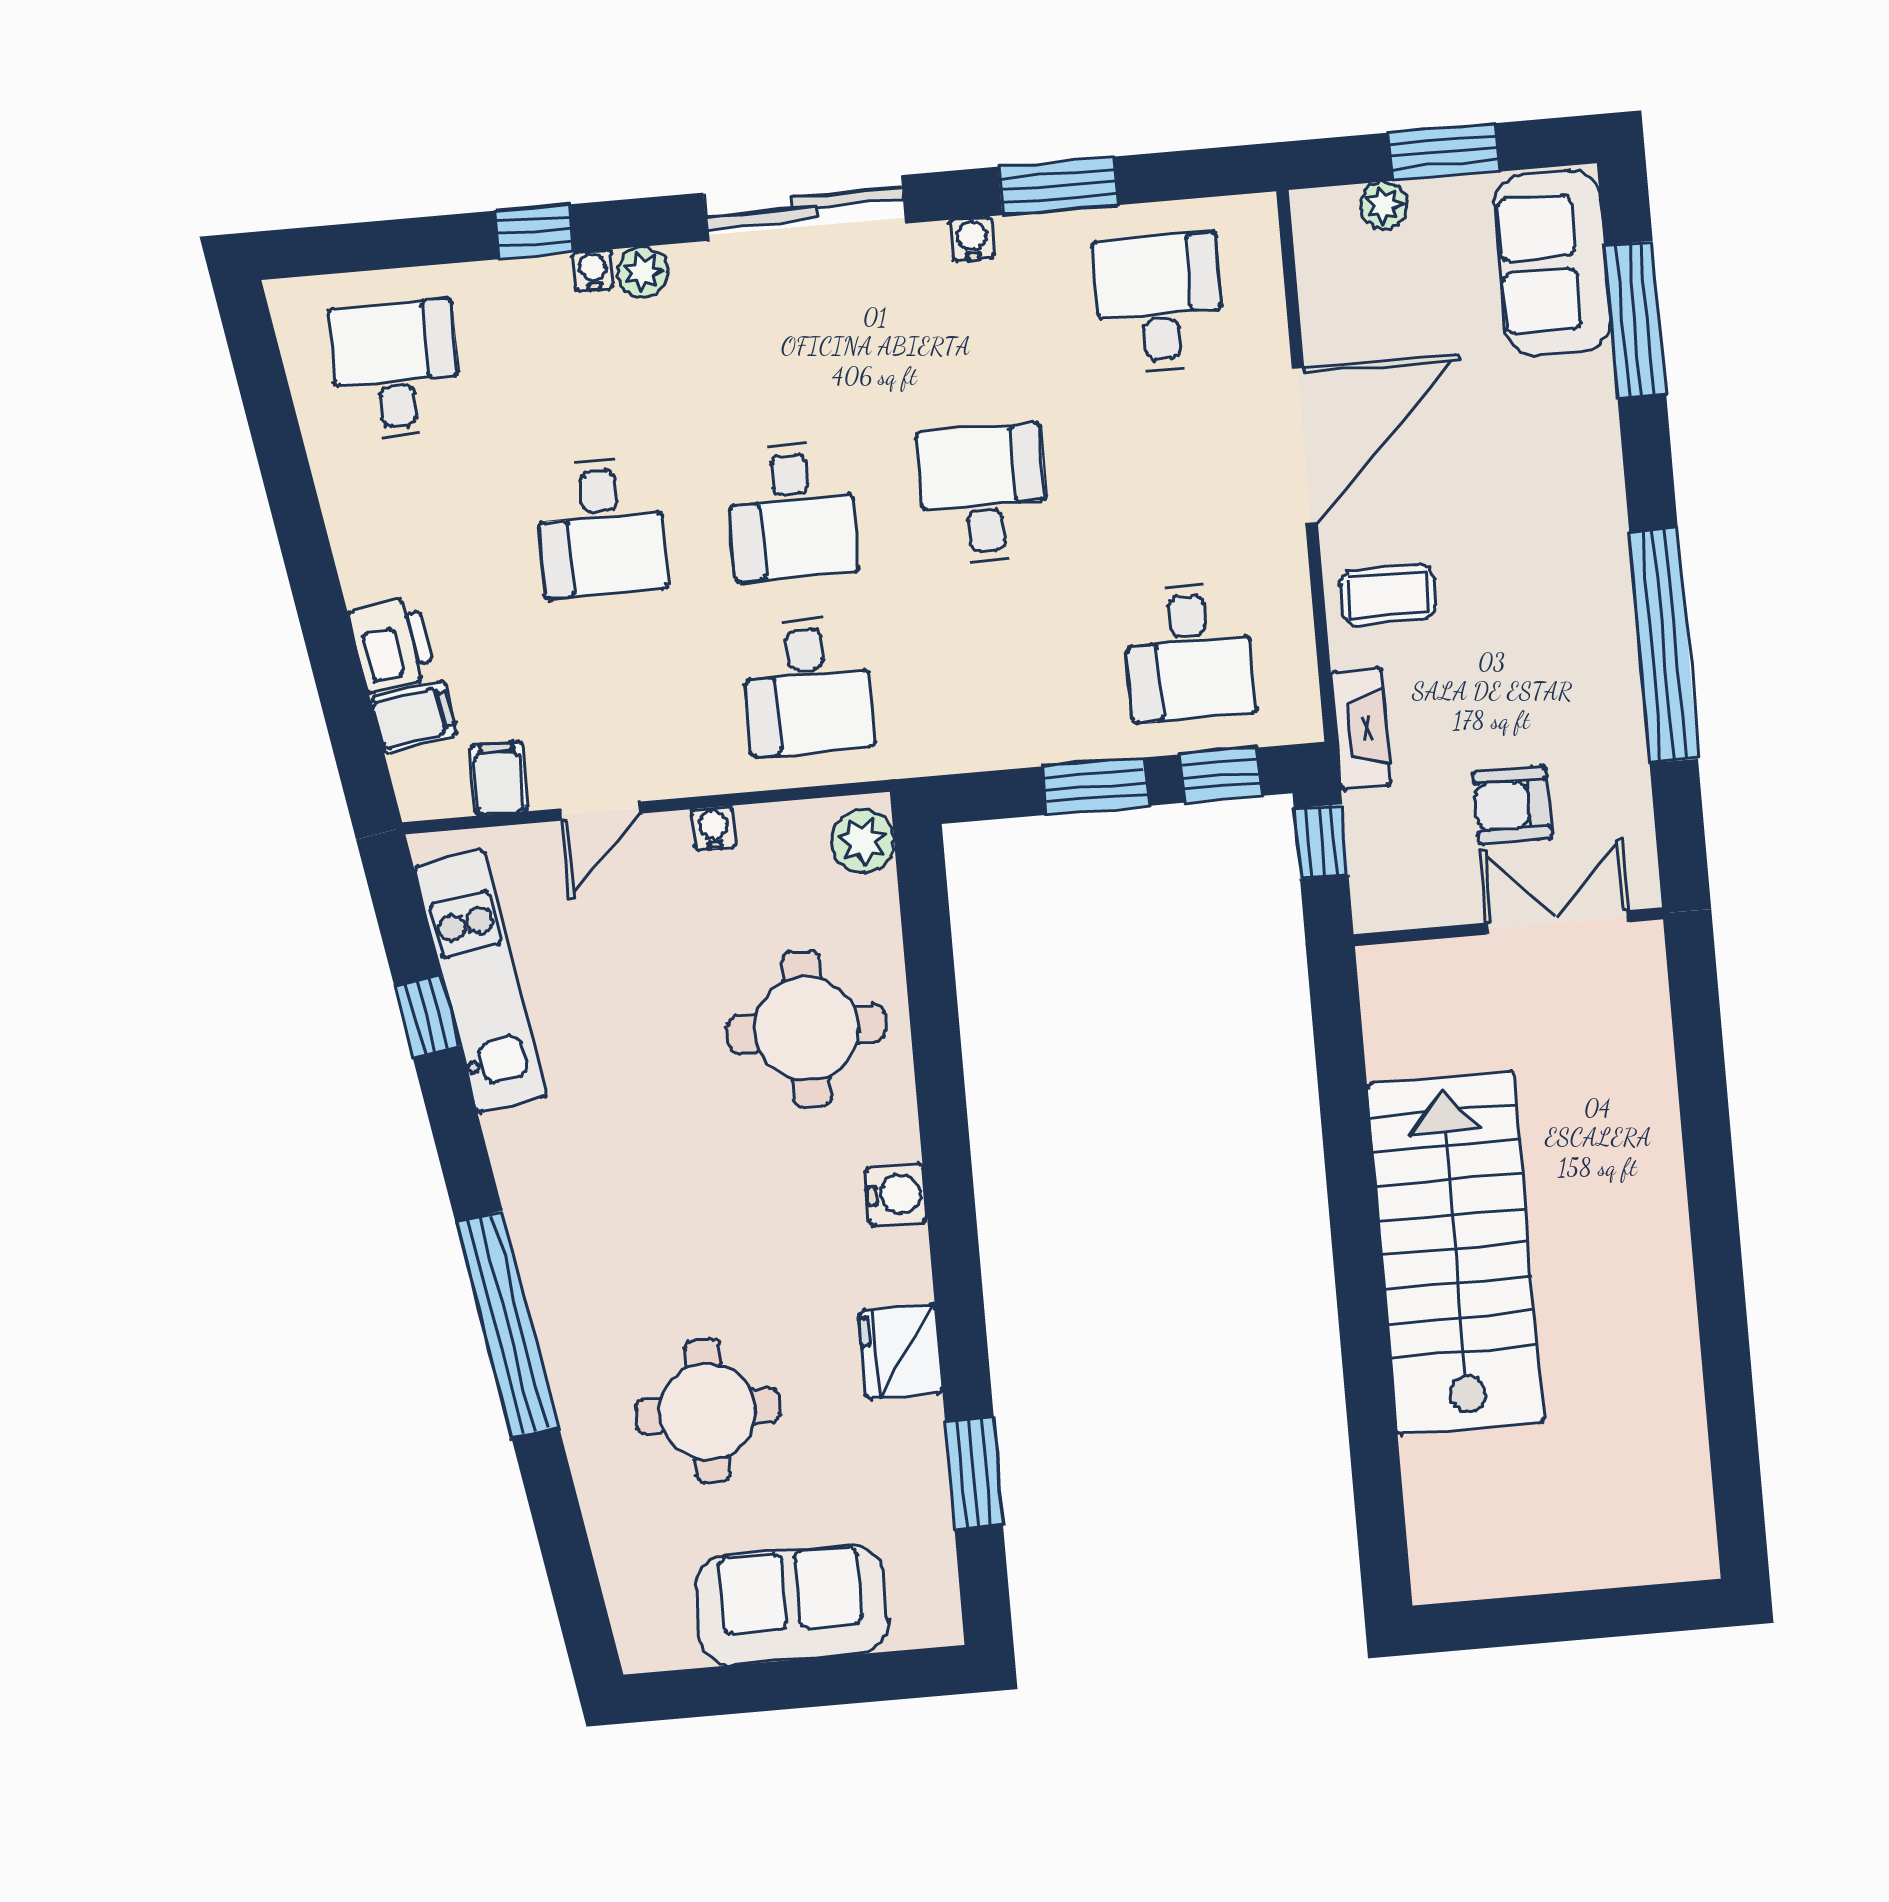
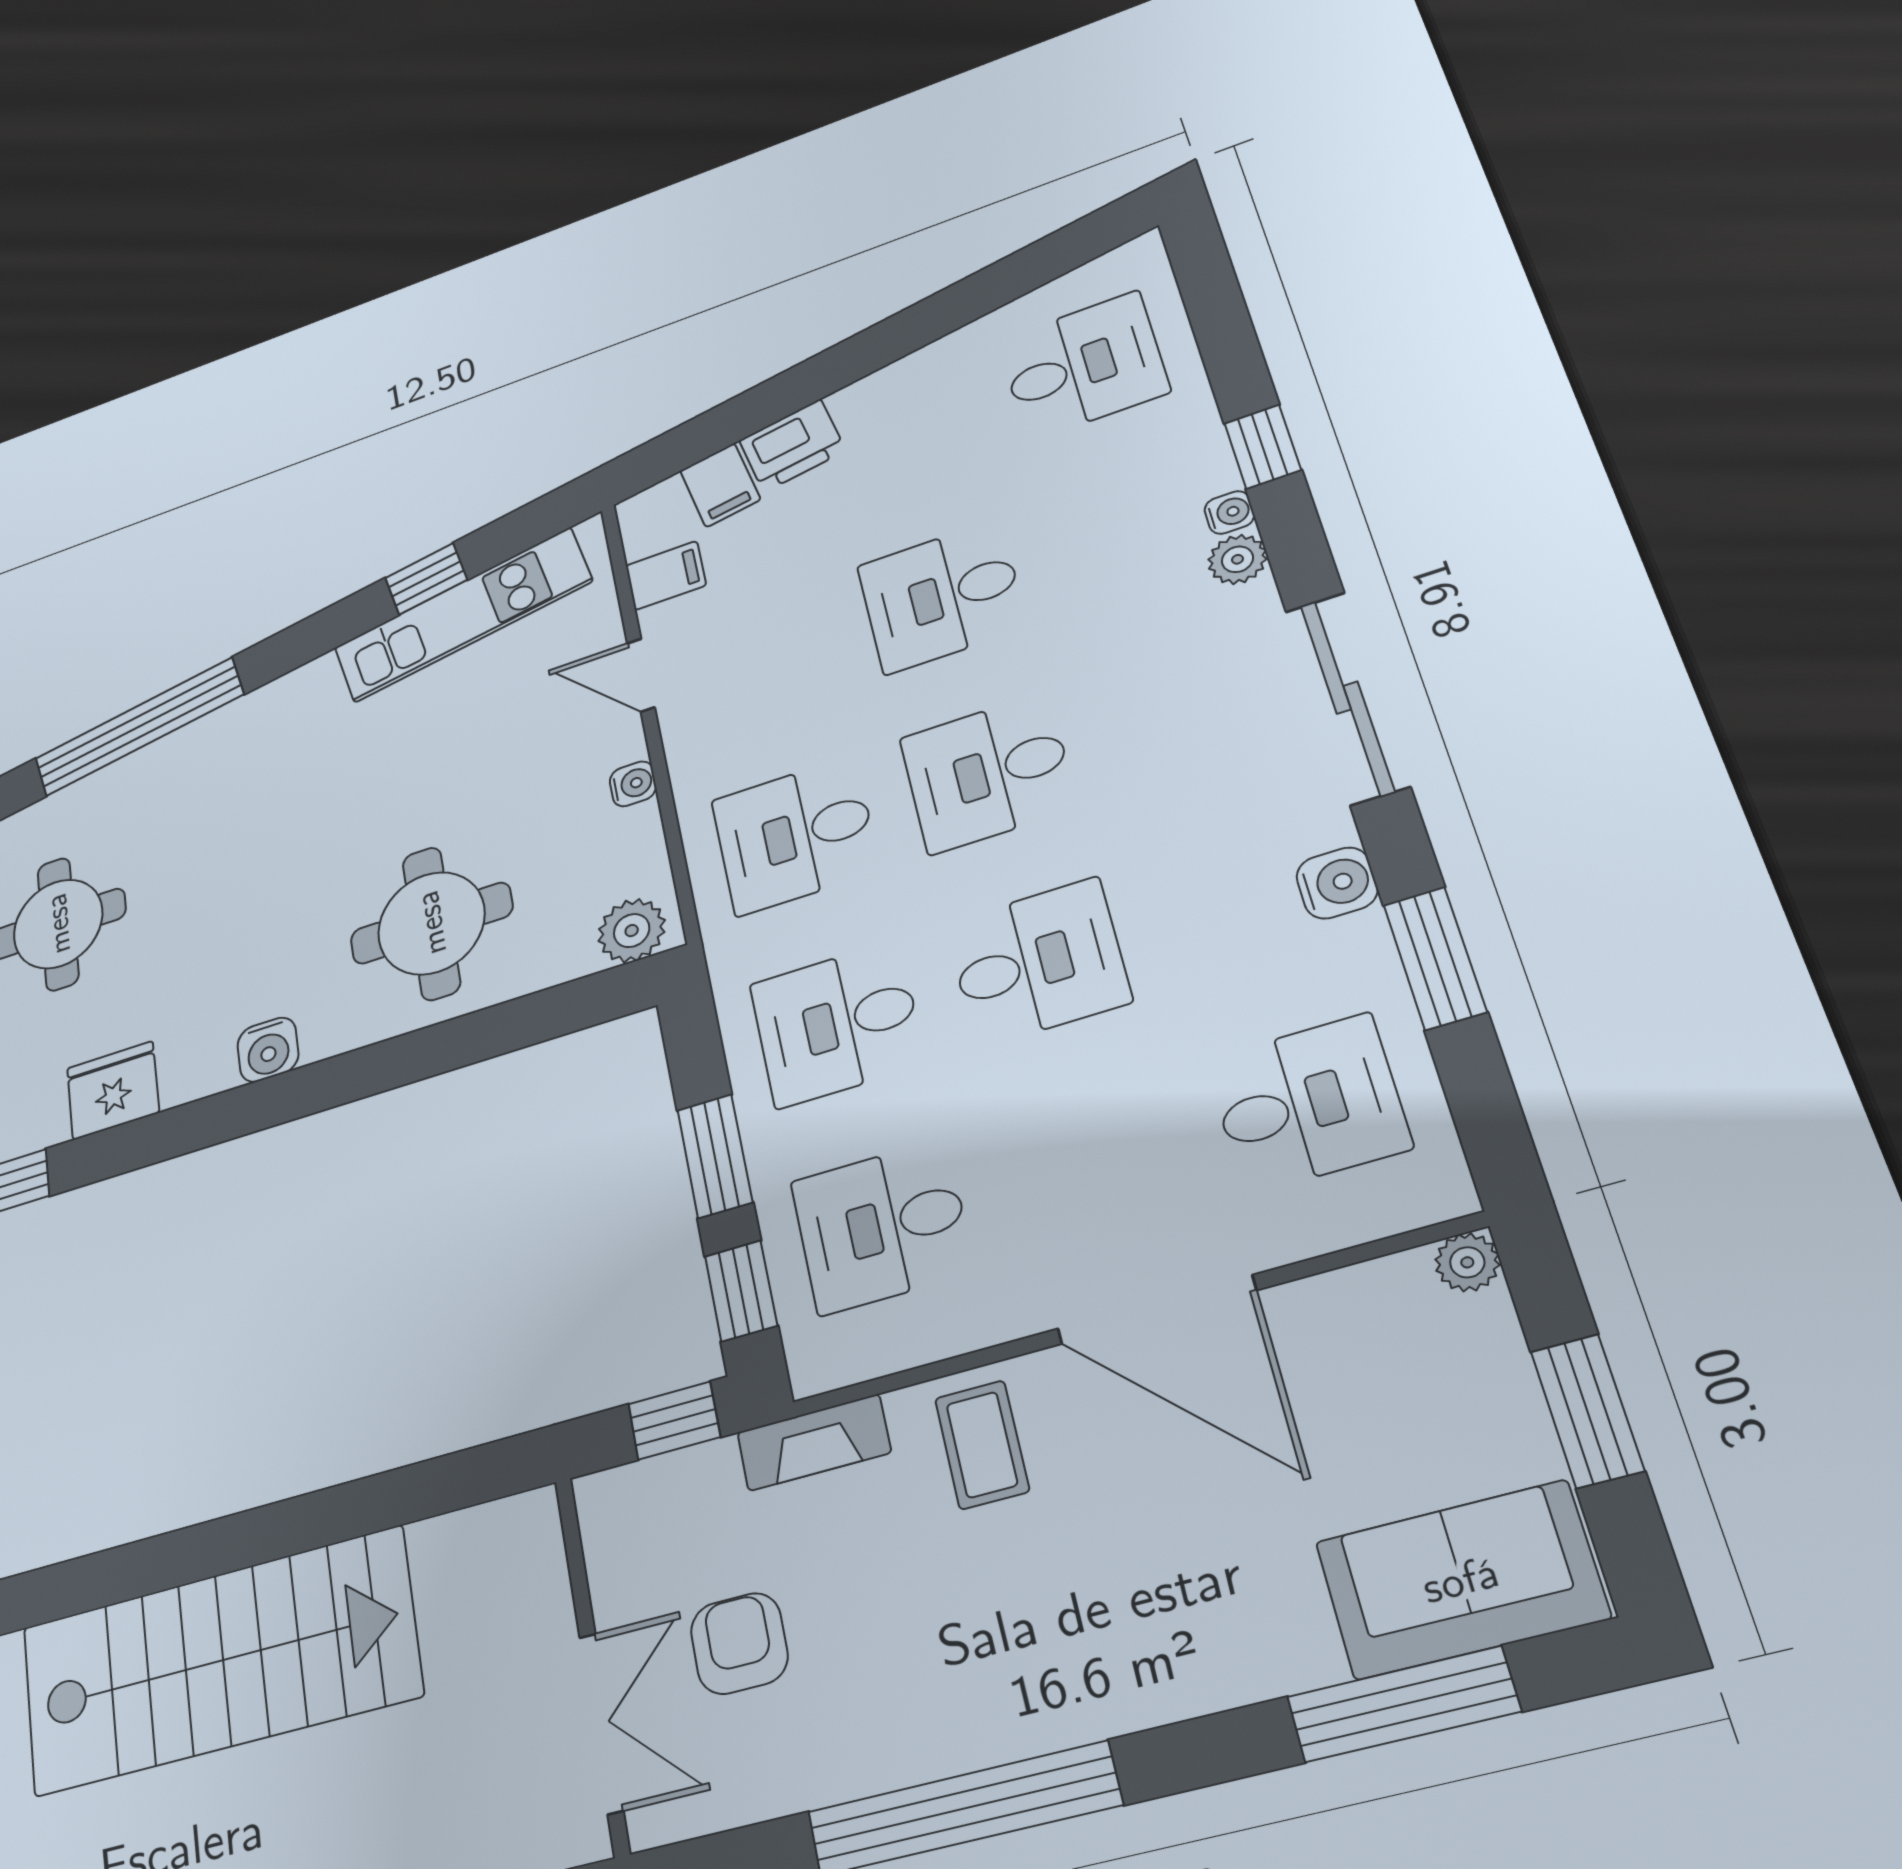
plant: (1384, 205) -> (1467, 1262), moved
water cooler: (972, 239) -> (1337, 883), width x1.38, depth x1.38
desk: (999, 669) -> (837, 1024), added

